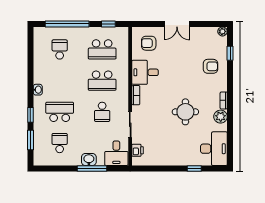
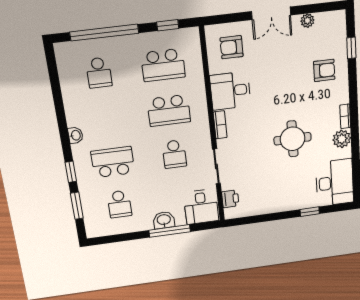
plant: (223, 31) -> (307, 21), moved
school desk: (60, 49) -> (99, 73), turned 180
school desk: (60, 143) -> (119, 204), turned 180

